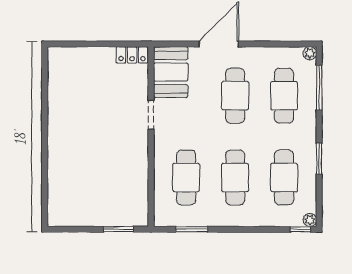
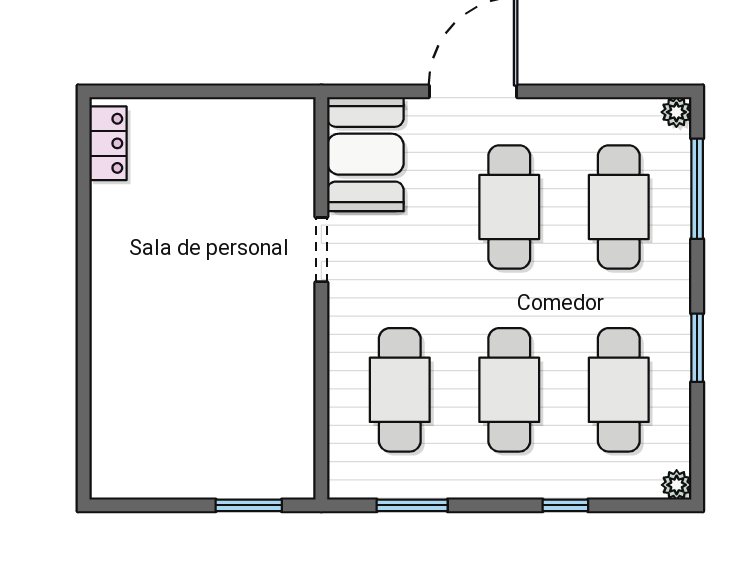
locker: (132, 55) -> (108, 143), moved, turned -90
window: (300, 229) -> (565, 505), moved

